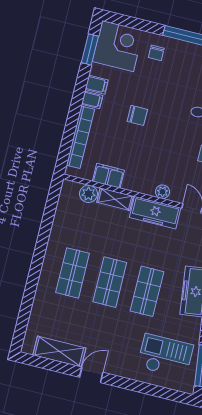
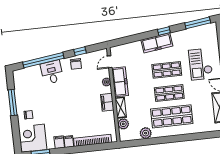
chair: (137, 115) -> (68, 112), removed
filing cabinet: (108, 176) -> (107, 102), moved
plant: (62, 223) -> (146, 133), added
shop shelf: (73, 273) -> (172, 116), width x1.43, depth x1.36
checkout: (165, 356) -> (201, 64), moved

